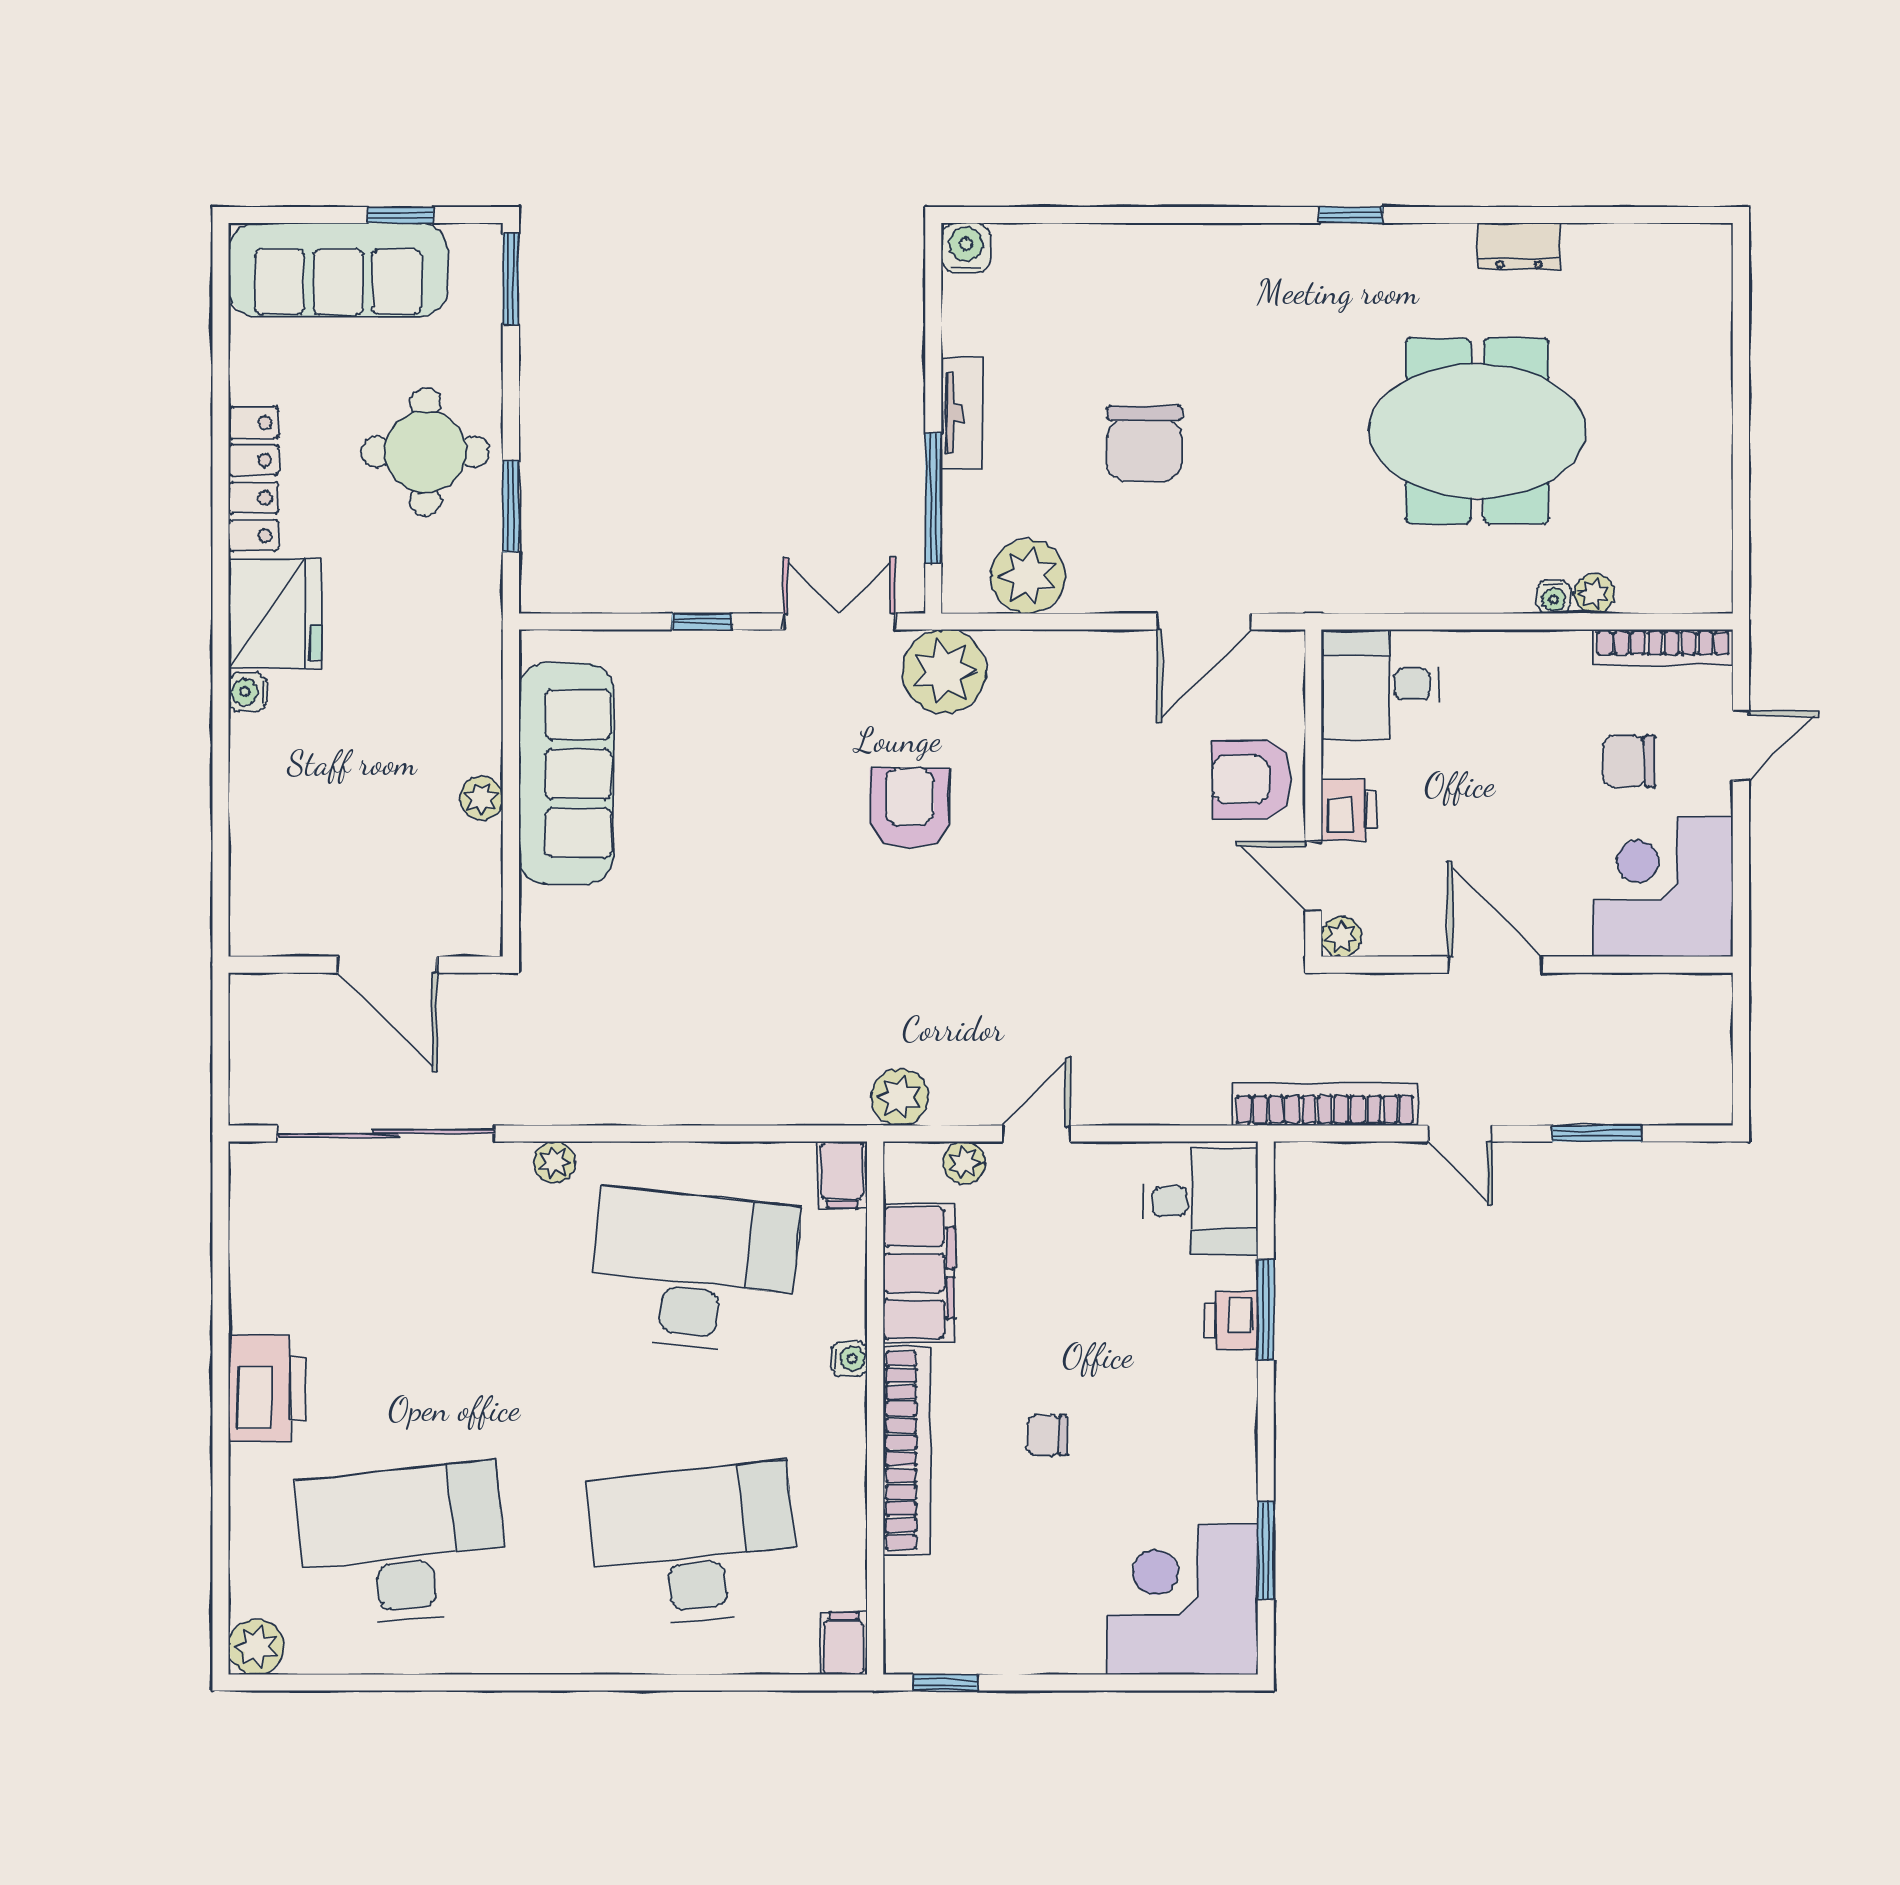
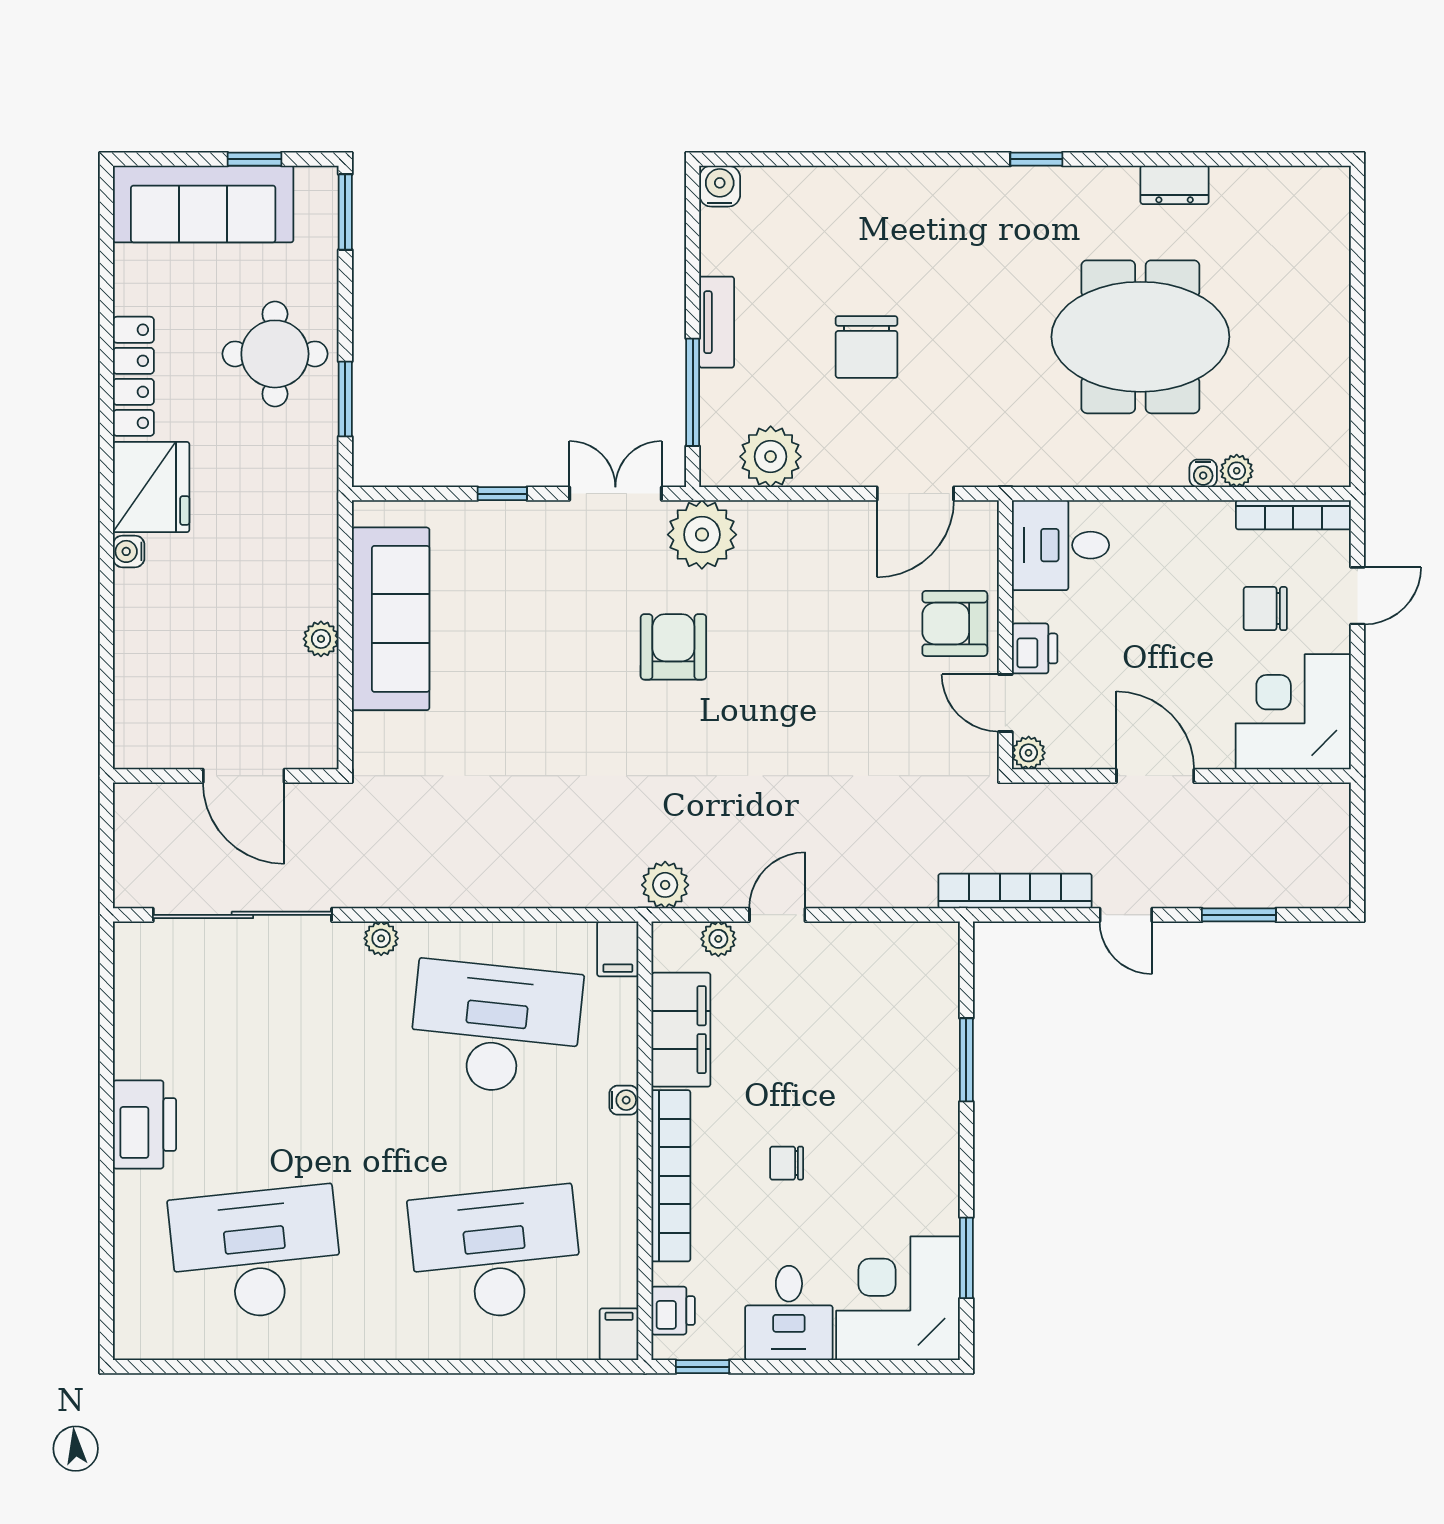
desk: (1201, 1201) -> (789, 1313), moved, turned 90
printer: (1231, 1320) -> (673, 1311), moved, turned 180
plant: (256, 1647) -> (136, 1337), removed

